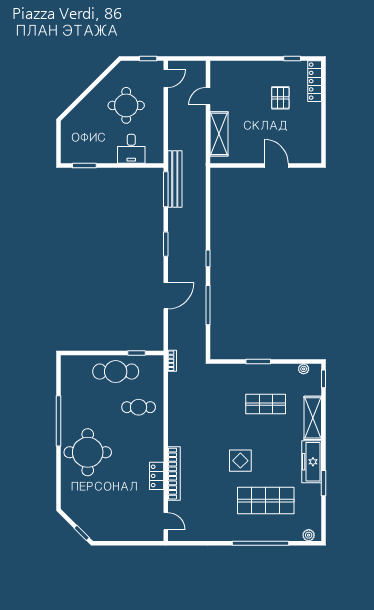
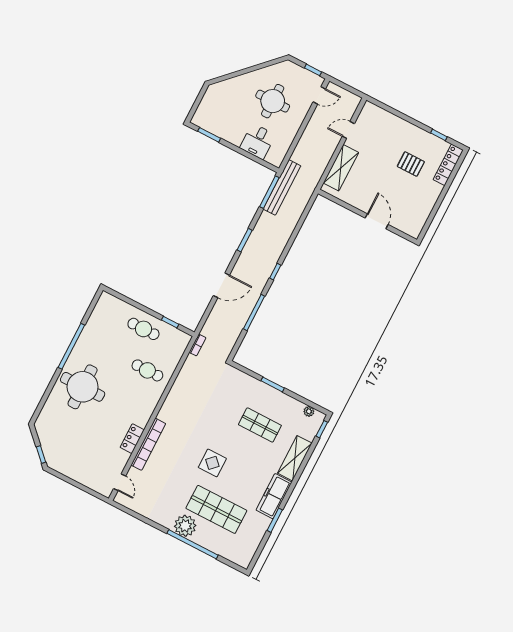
pallet: (280, 98) -> (411, 164), turned 90
cafe table: (116, 372) -> (143, 329), width x0.73, depth x0.74
plant: (309, 535) -> (185, 526), moved, width x1.88, depth x1.88

